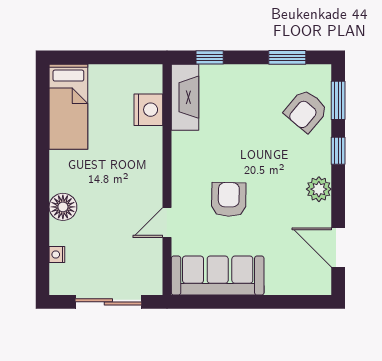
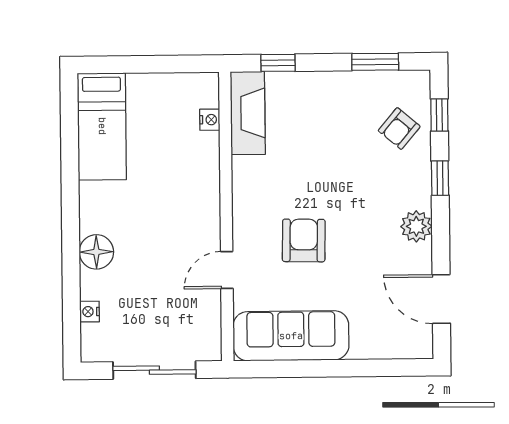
window: (338, 100) -> (439, 115), width x0.67
nightstand: (148, 110) -> (210, 120), width x0.53, depth x0.56
armchair: (306, 111) -> (399, 129), width x0.72, depth x0.72

